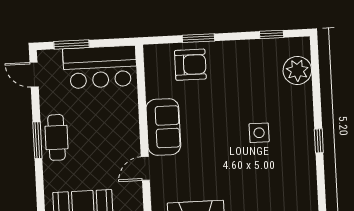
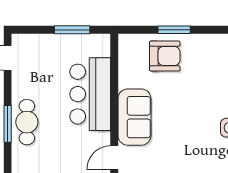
window: (71, 45) -> (72, 30), moved
bar counter: (100, 67) -> (90, 94), moved, turned 90

